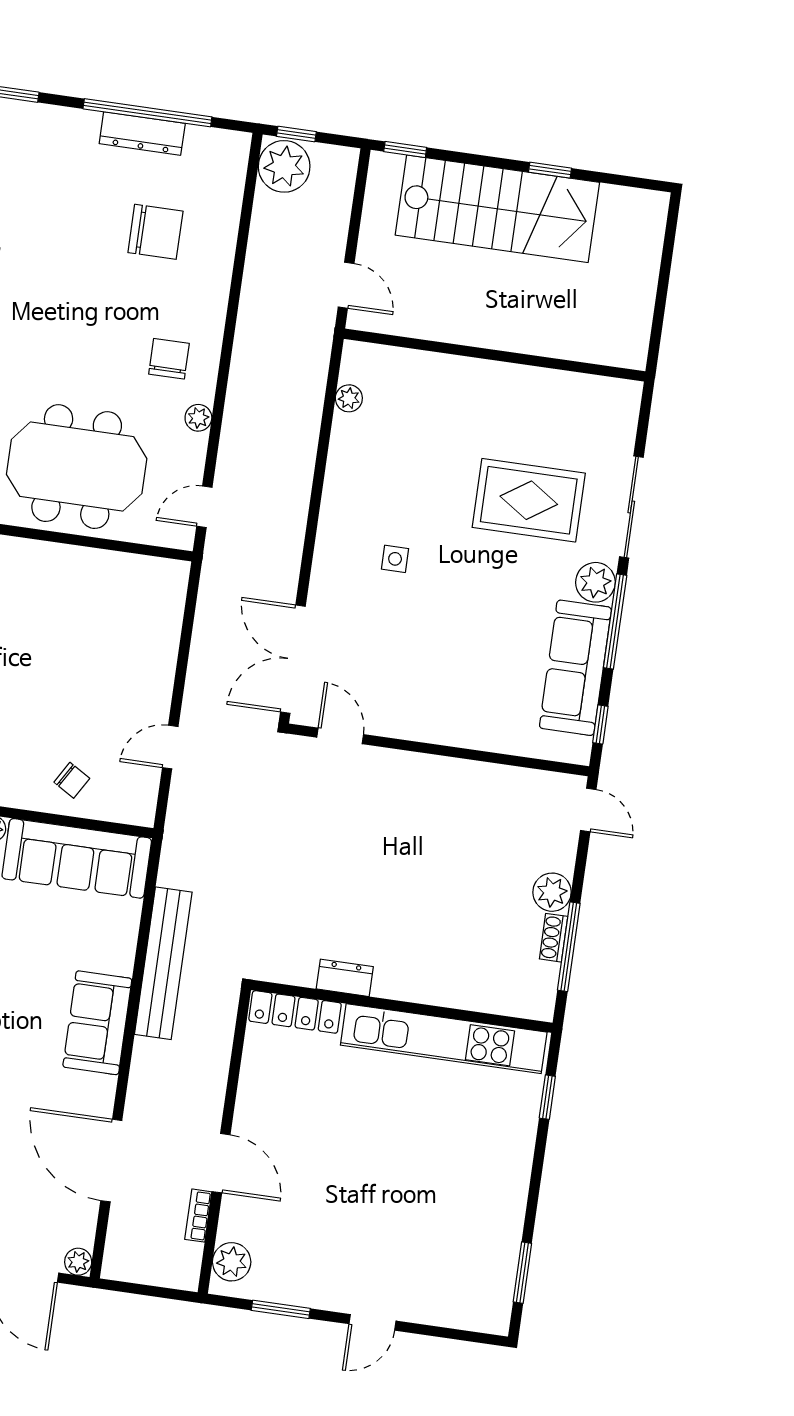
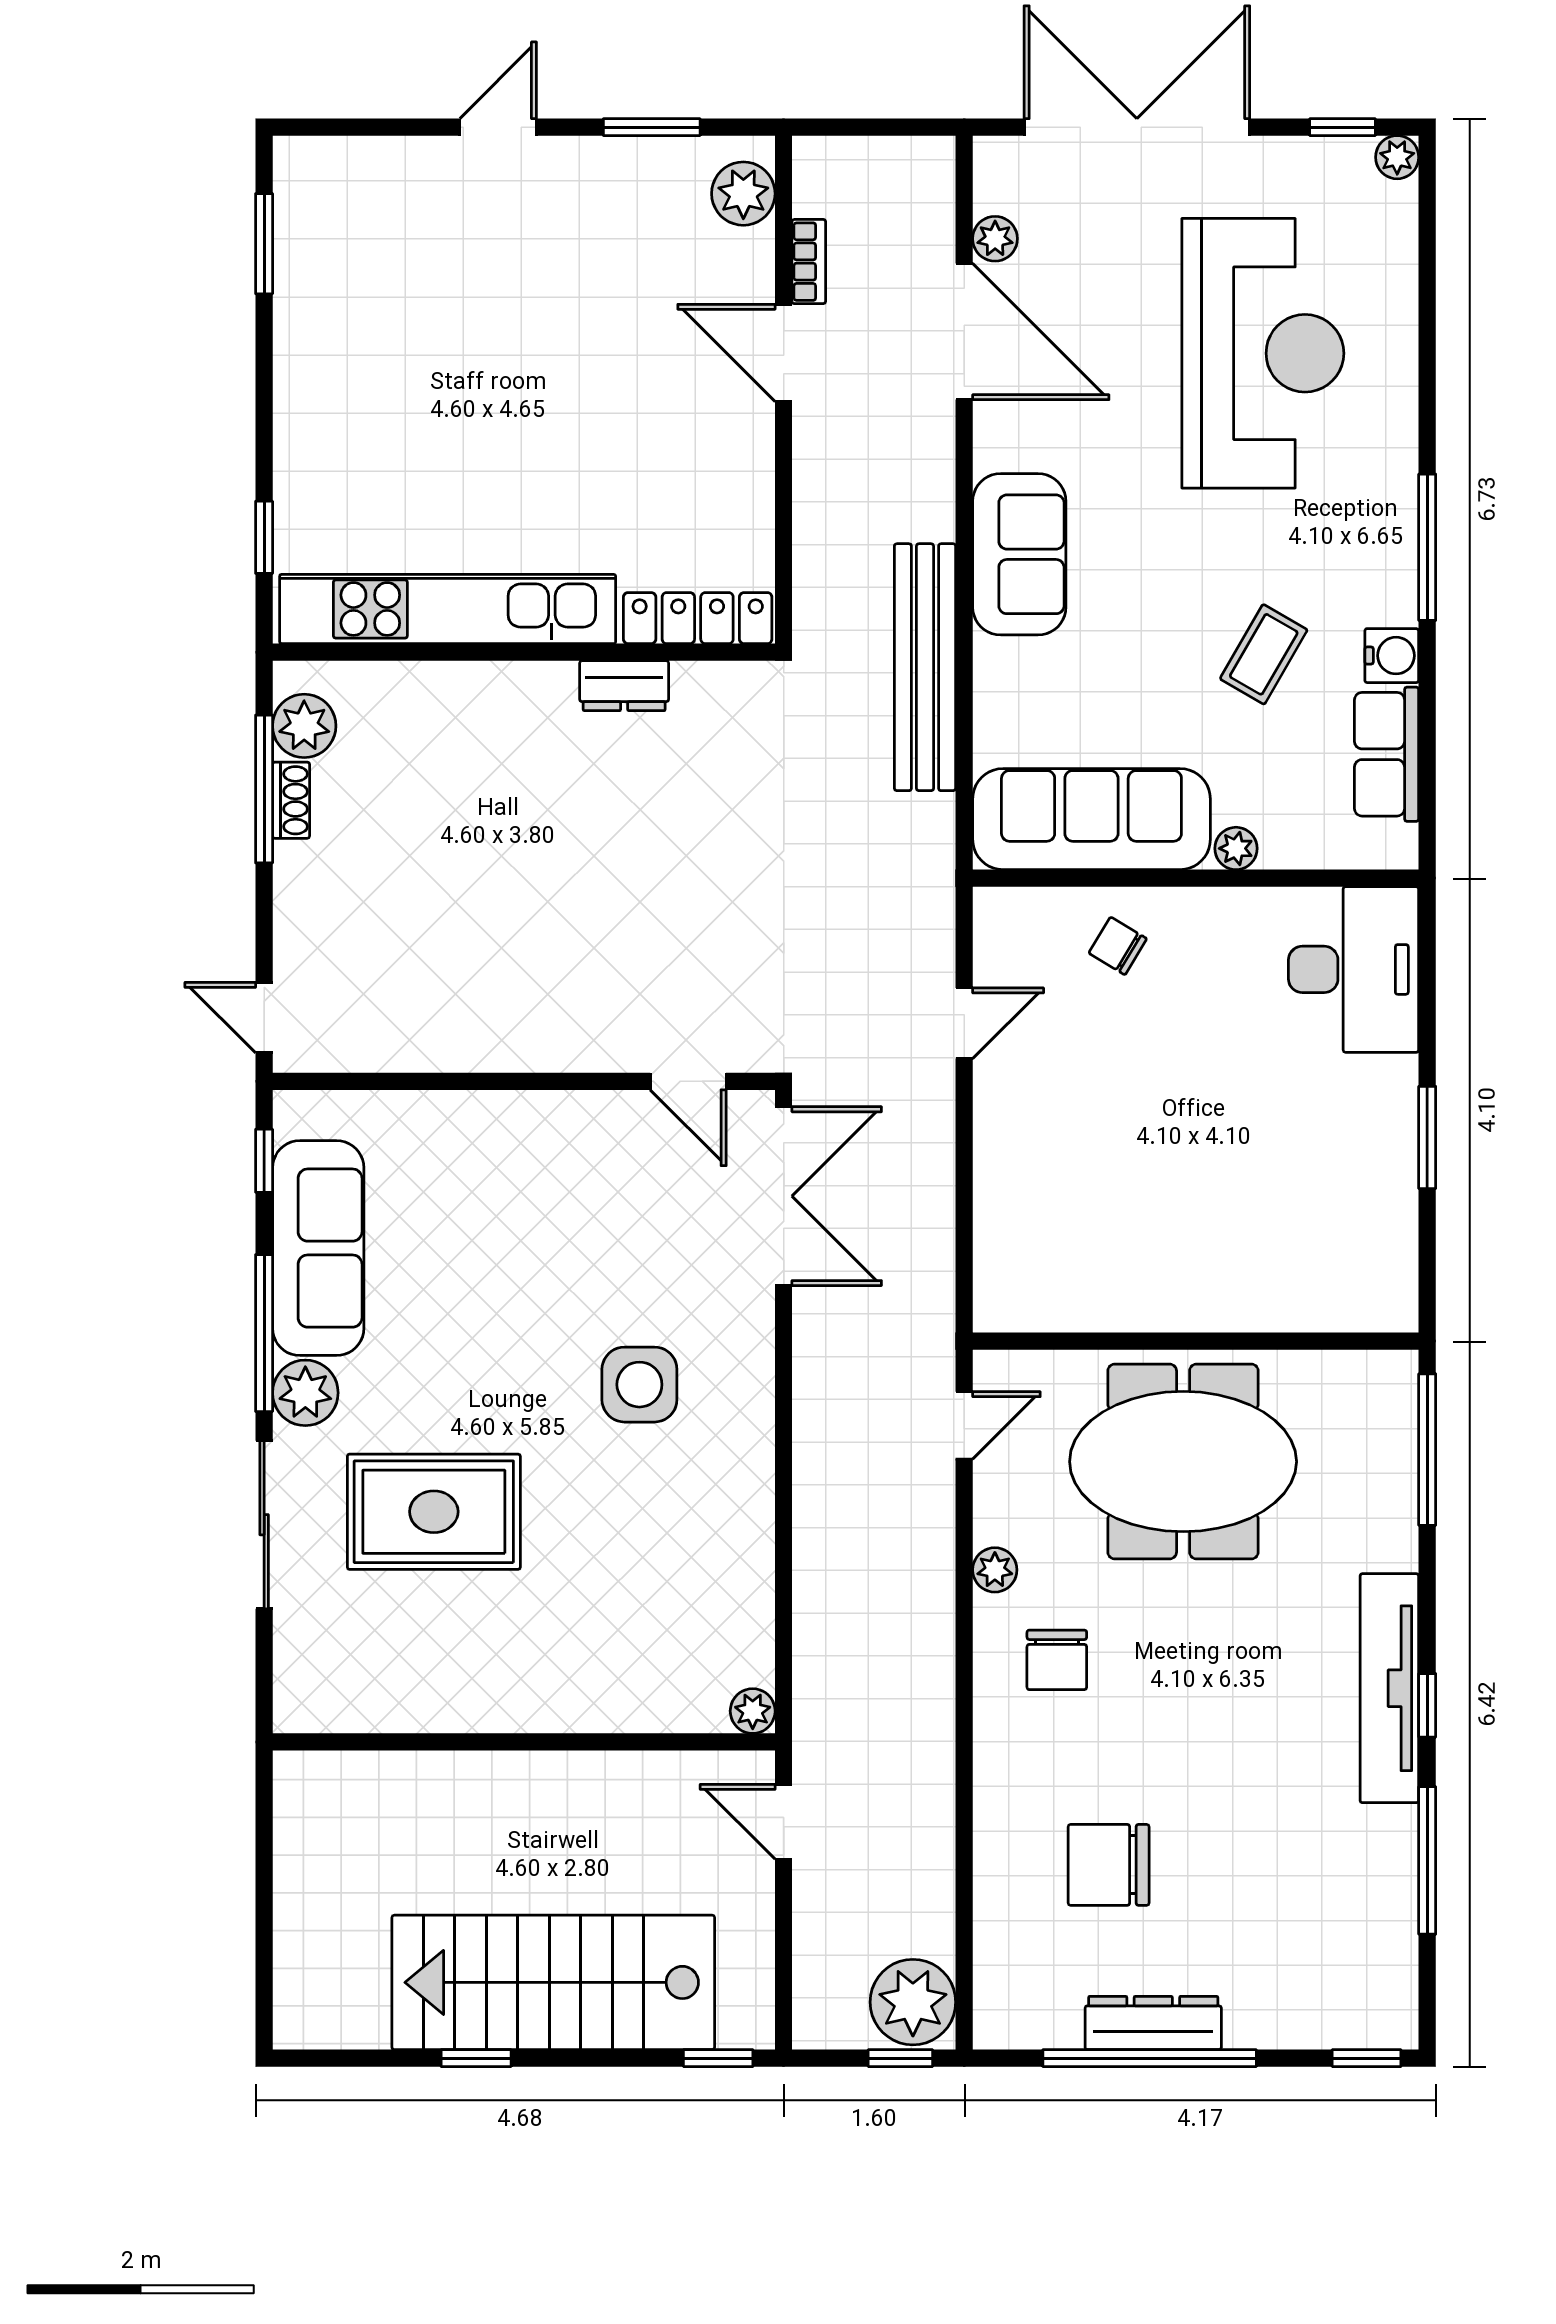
plant: (349, 398) -> (753, 1711), moved
side table: (395, 559) -> (639, 1385), width x1.87, depth x1.87
plant: (552, 892) -> (304, 726), moved
plant: (78, 1262) -> (995, 239), moved

